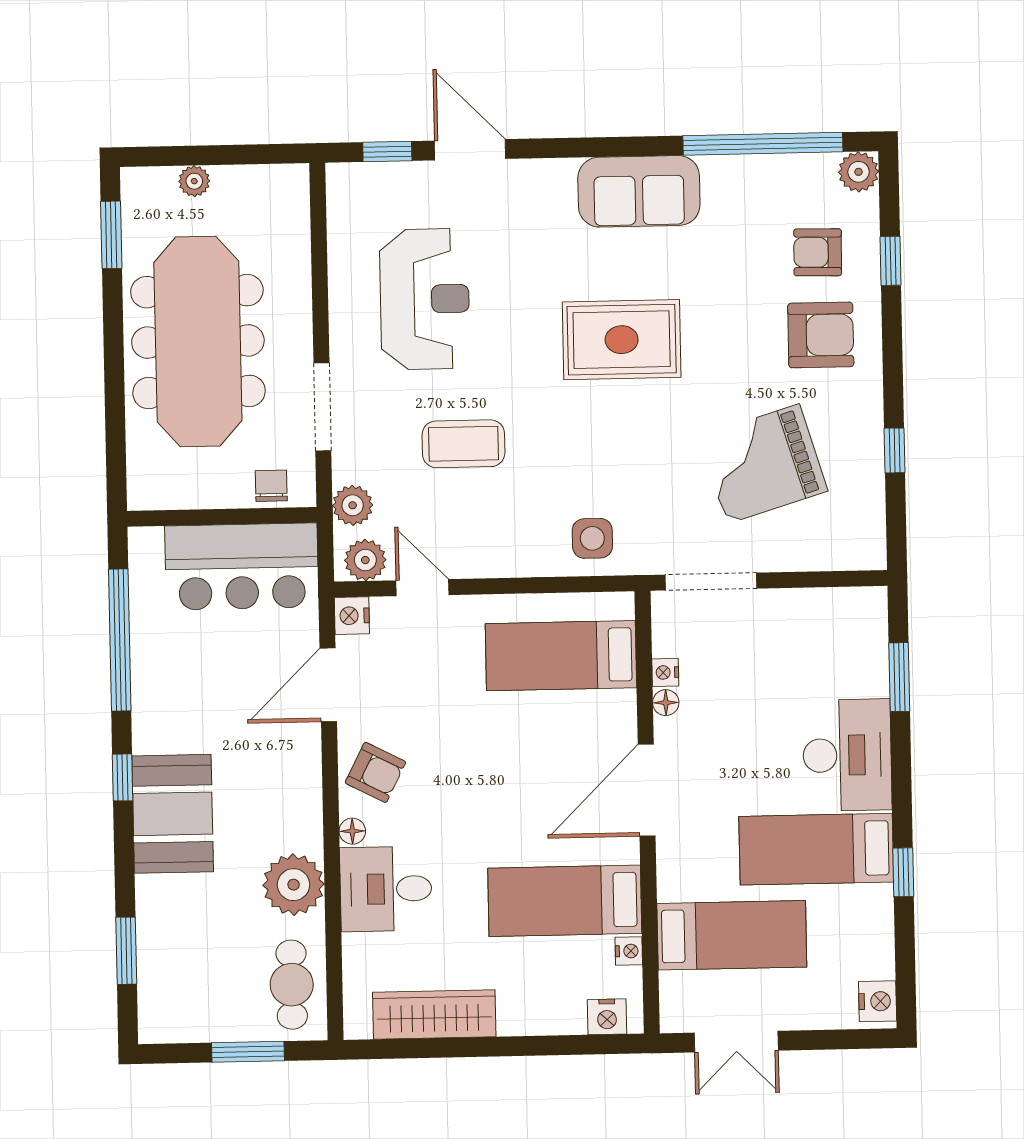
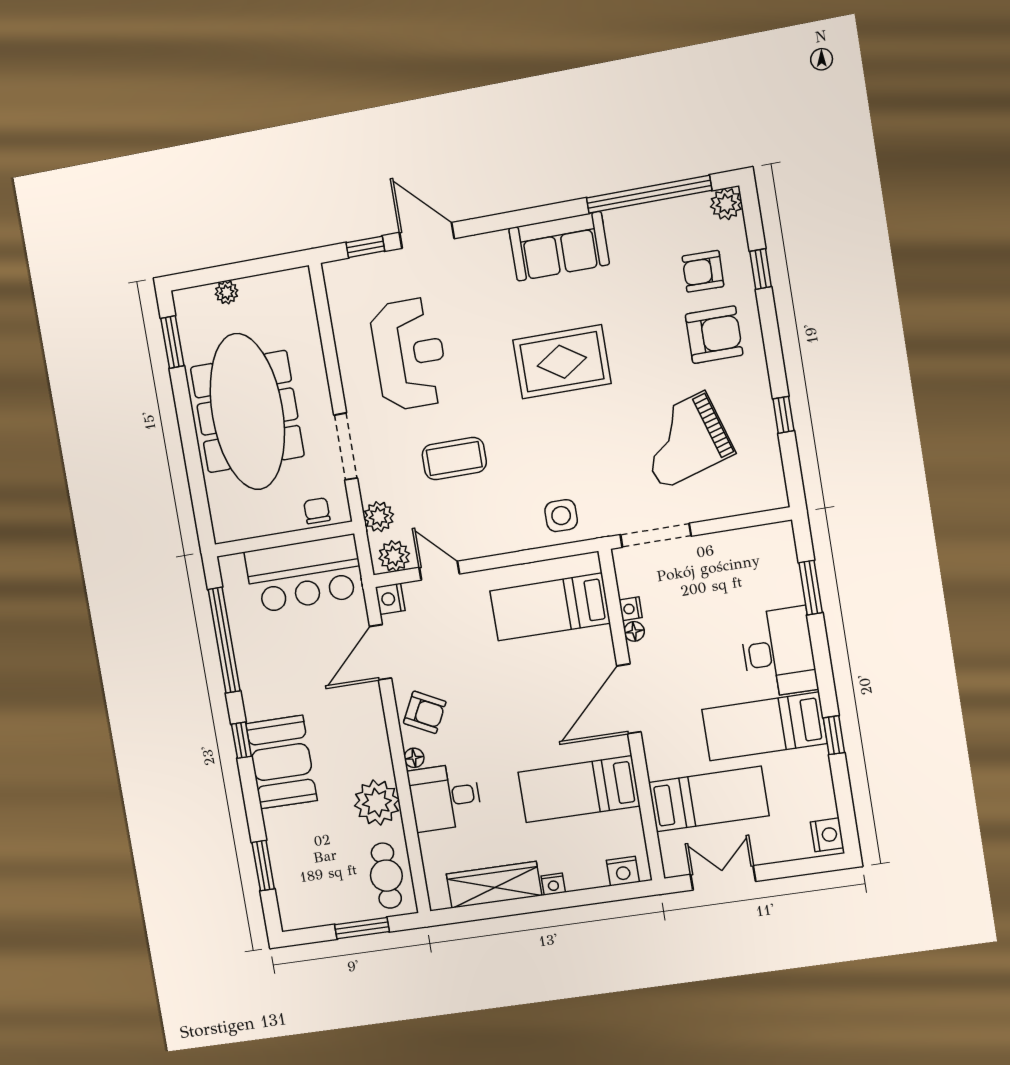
nightstand: (629, 951) -> (553, 884), moved, turned 90
double door: (736, 1042) -> (723, 878), swing flipped

